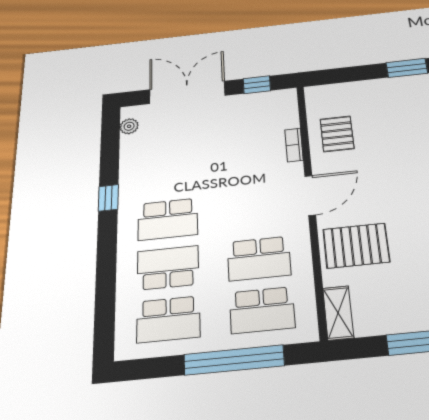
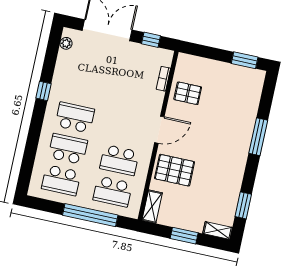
pallet: (337, 134) -> (188, 93), turned 90
bookcase: (294, 145) -> (163, 79), moved
school desk: (168, 219) -> (75, 117), turned 180

